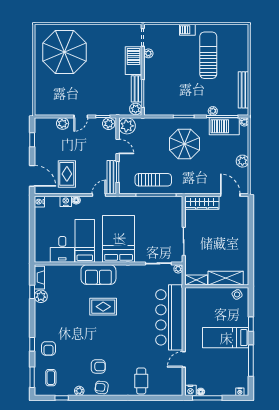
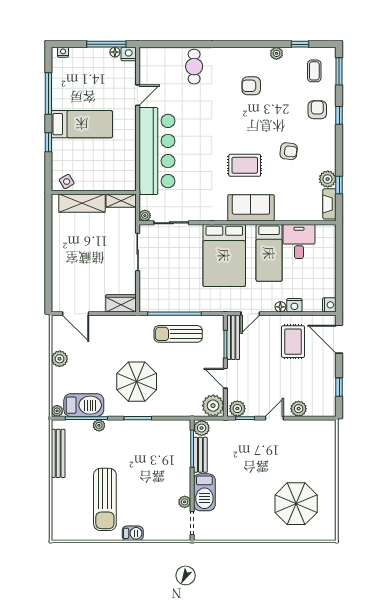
parasol: (65, 52) -> (296, 504), width x0.73, depth x0.73
wardrobe: (202, 203) -> (121, 303), width x0.67
armchair: (102, 387) -> (289, 151), moved

